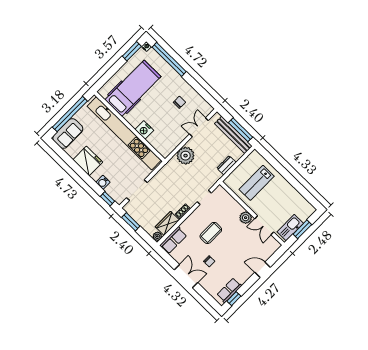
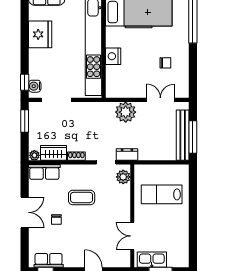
dresser: (226, 165) -> (127, 155), moved
water cooler: (103, 182) -> (35, 86), moved
plant: (246, 218) -> (123, 177), moved

